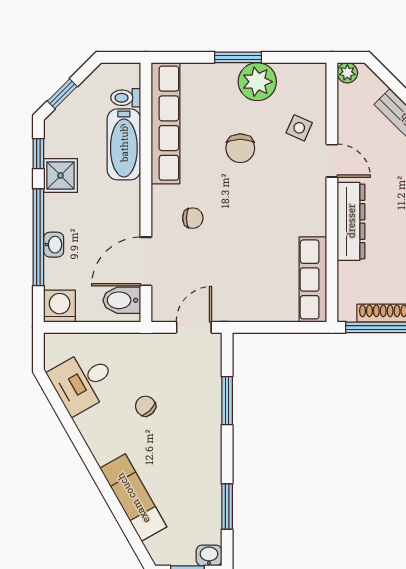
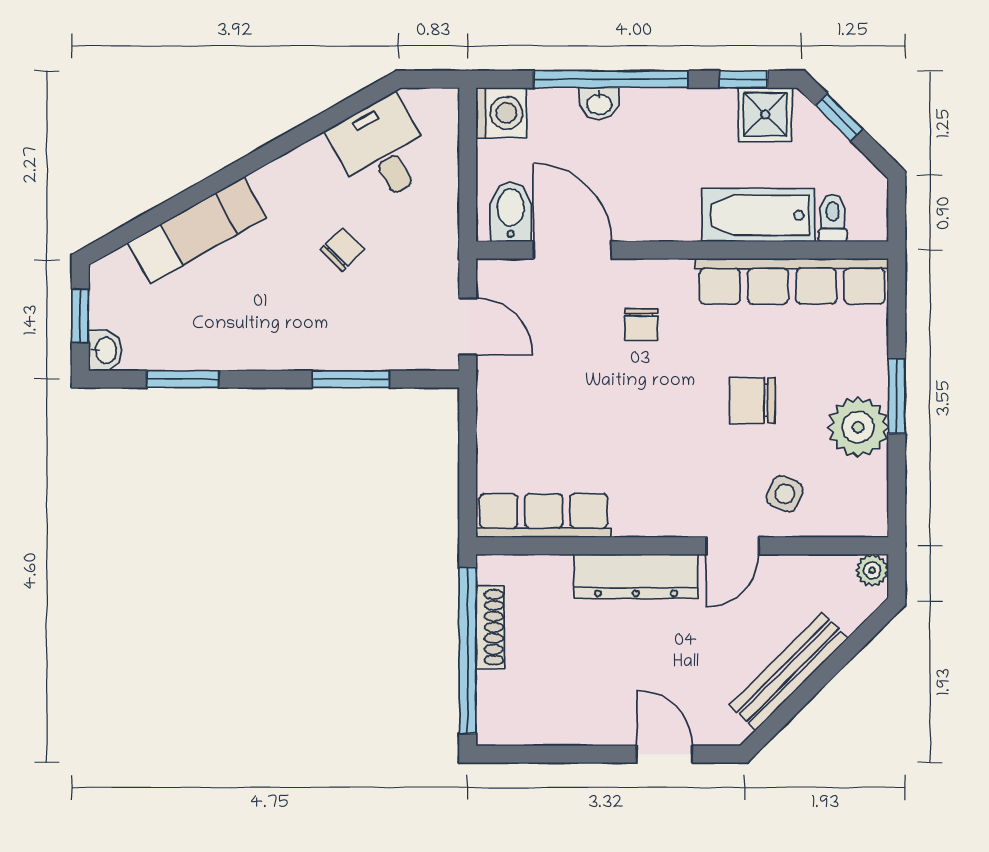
shower: (61, 175) -> (765, 114), moved

